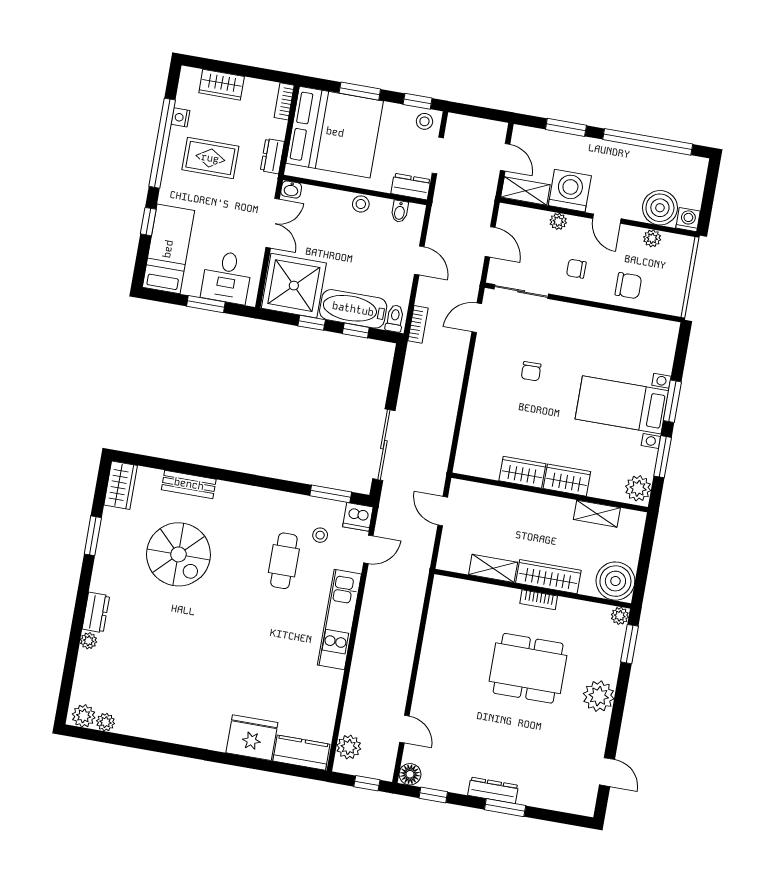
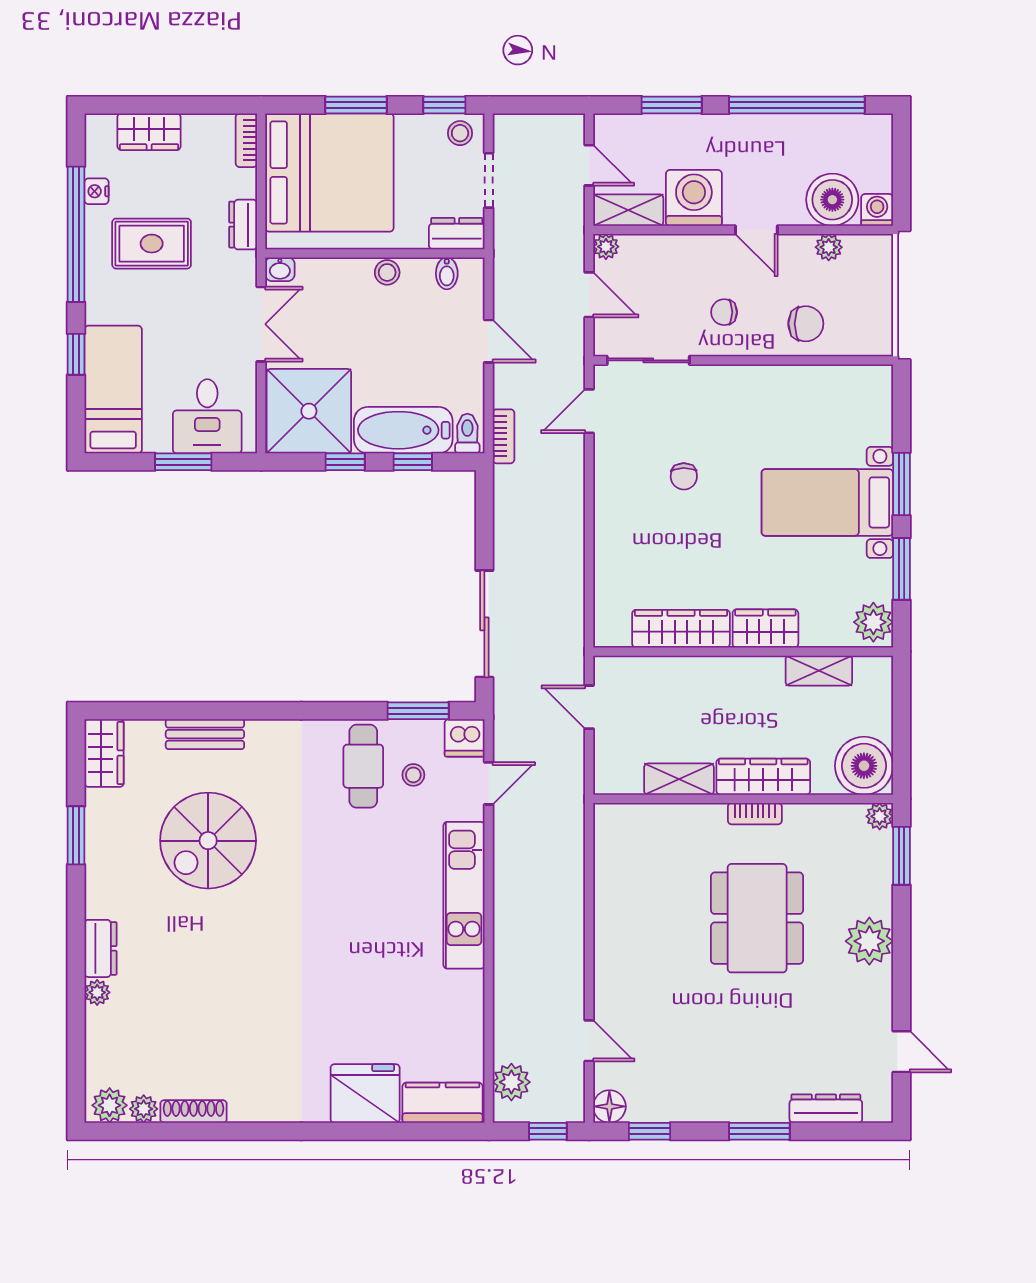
plant: (558, 221) -> (606, 247), moved
wardrobe: (522, 472) -> (681, 629), width x1.50
spiral stairs: (178, 554) -> (208, 841), turned 90
cafe table: (284, 561) -> (363, 766), moved
dining table: (528, 668) -> (757, 918), turned 90
shoe rack: (138, 730) -> (194, 1111), added
dresser: (493, 790) -> (826, 1109), moved

